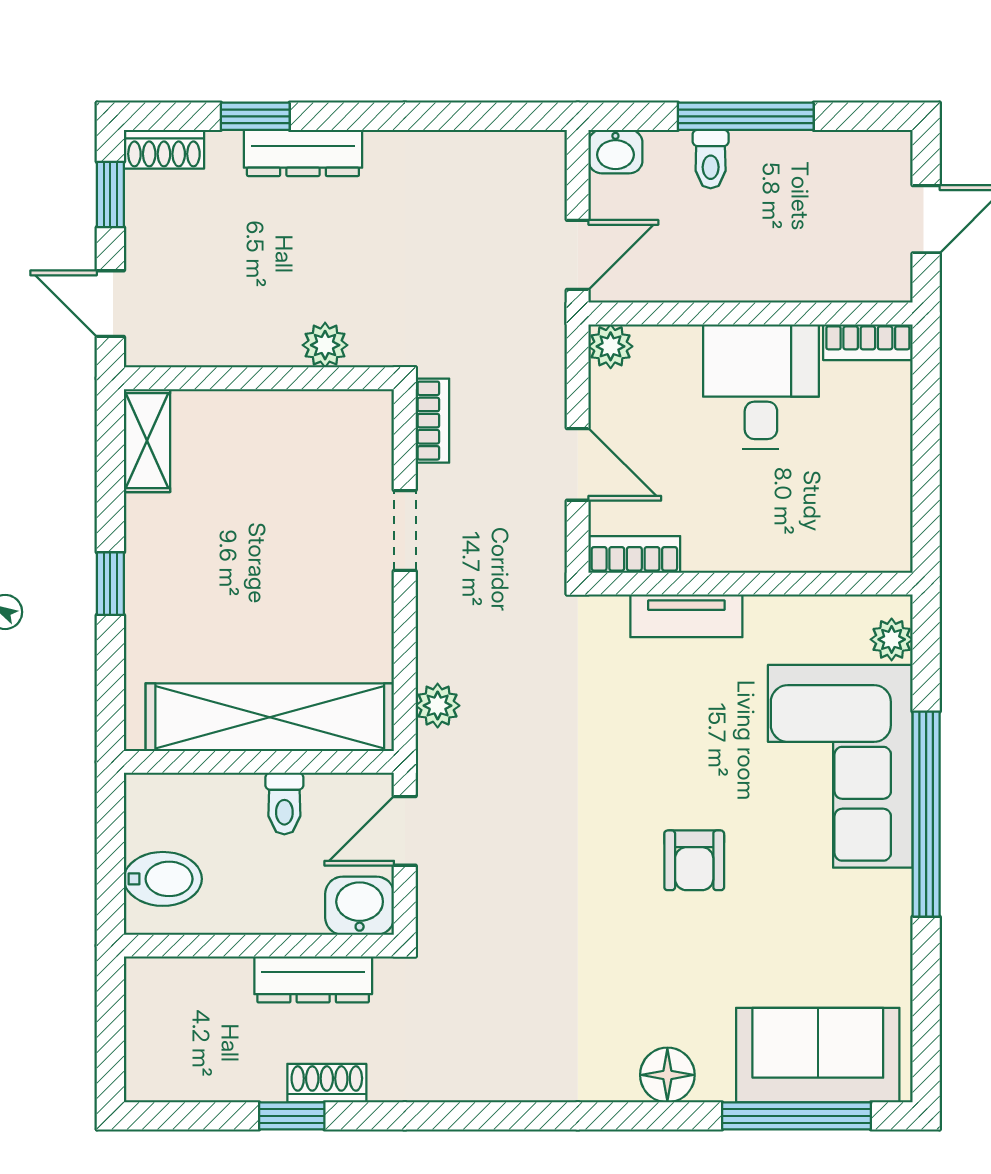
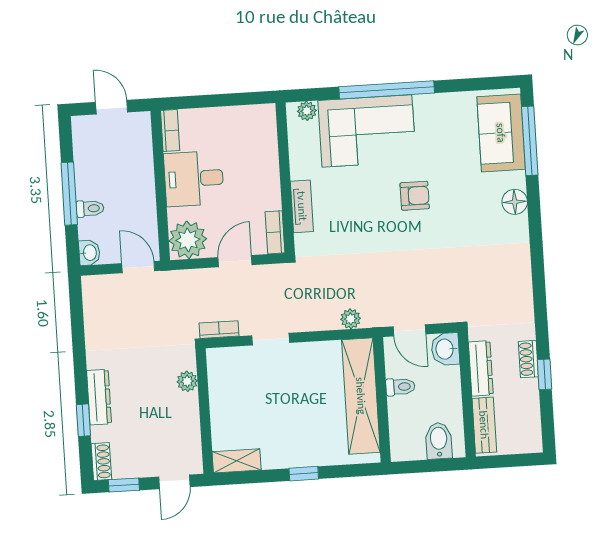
plant: (611, 346) -> (188, 240), width x1.88, depth x1.88
bench: (190, 979) -> (484, 425), added

